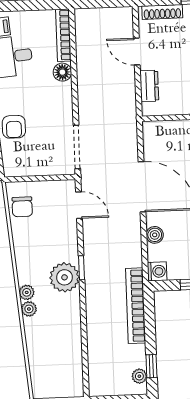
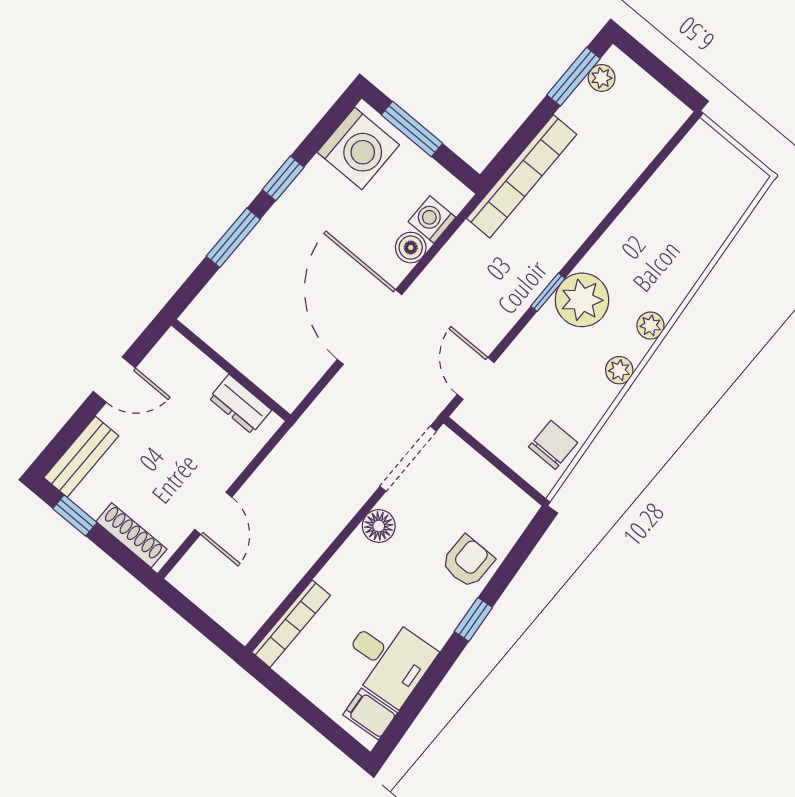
floor lamp: (62, 72) -> (379, 526), moved
dresser: (149, 86) -> (240, 404), moved, turned -90
washing machine: (157, 271) -> (432, 220), moved
plant: (29, 309) -> (619, 370), moved
window: (151, 366) -> (573, 77), width x1.50

